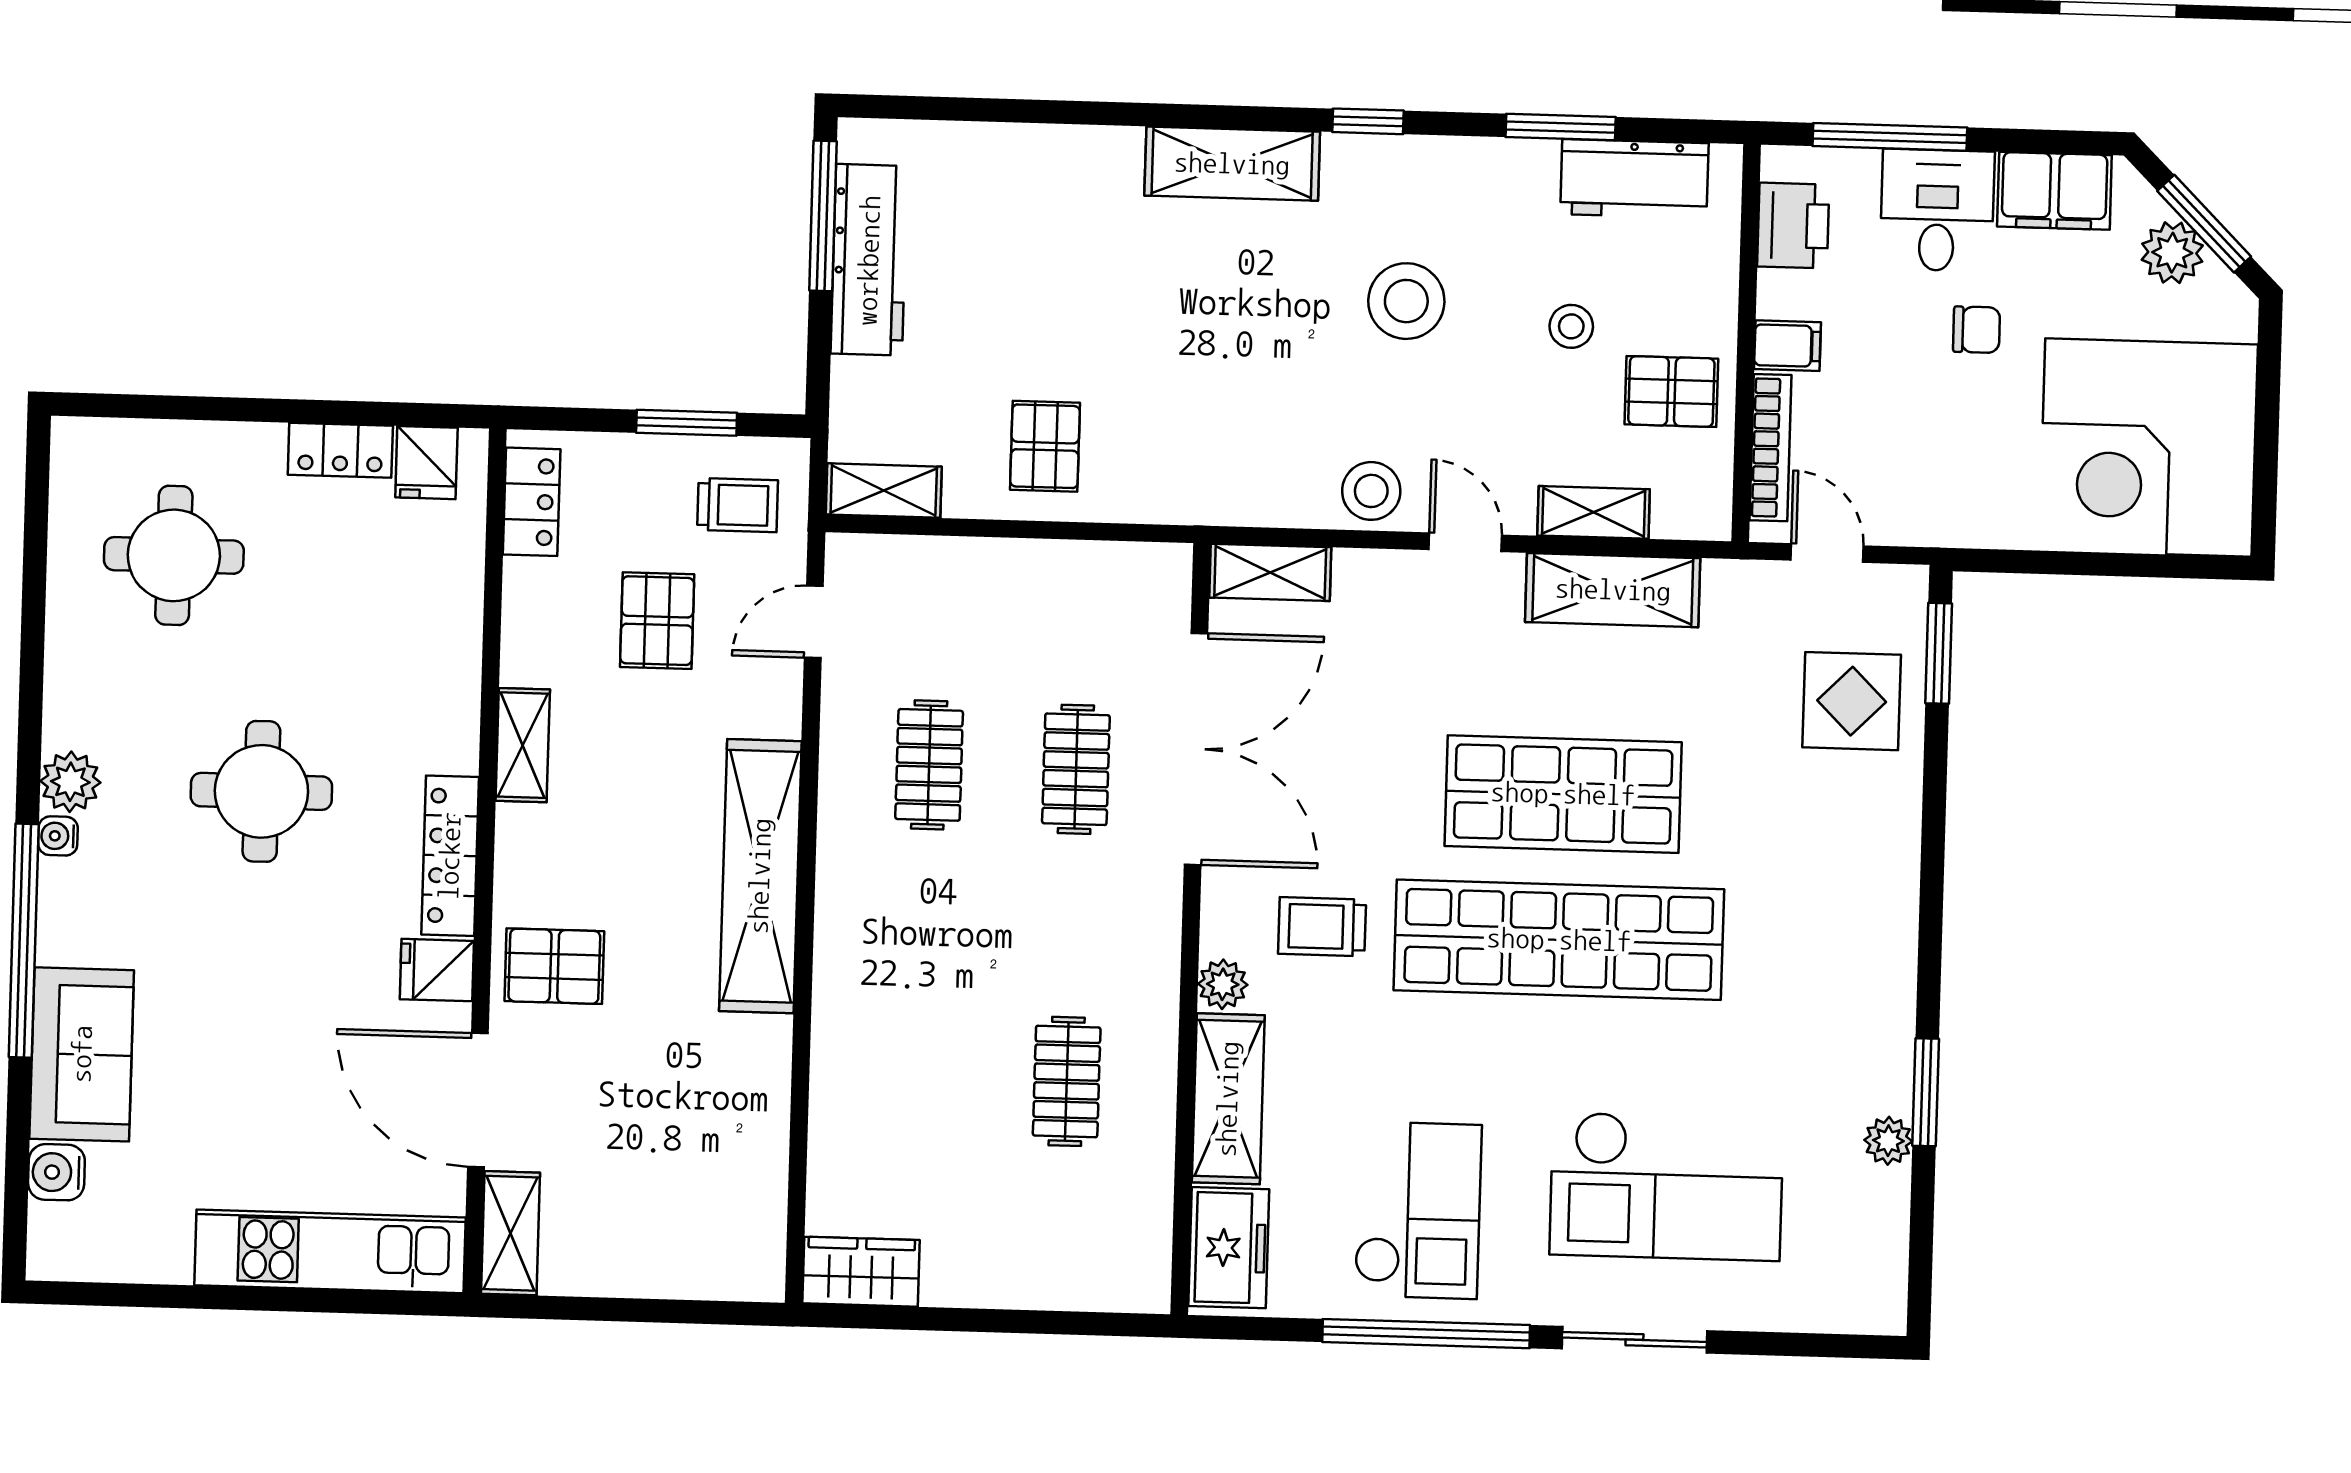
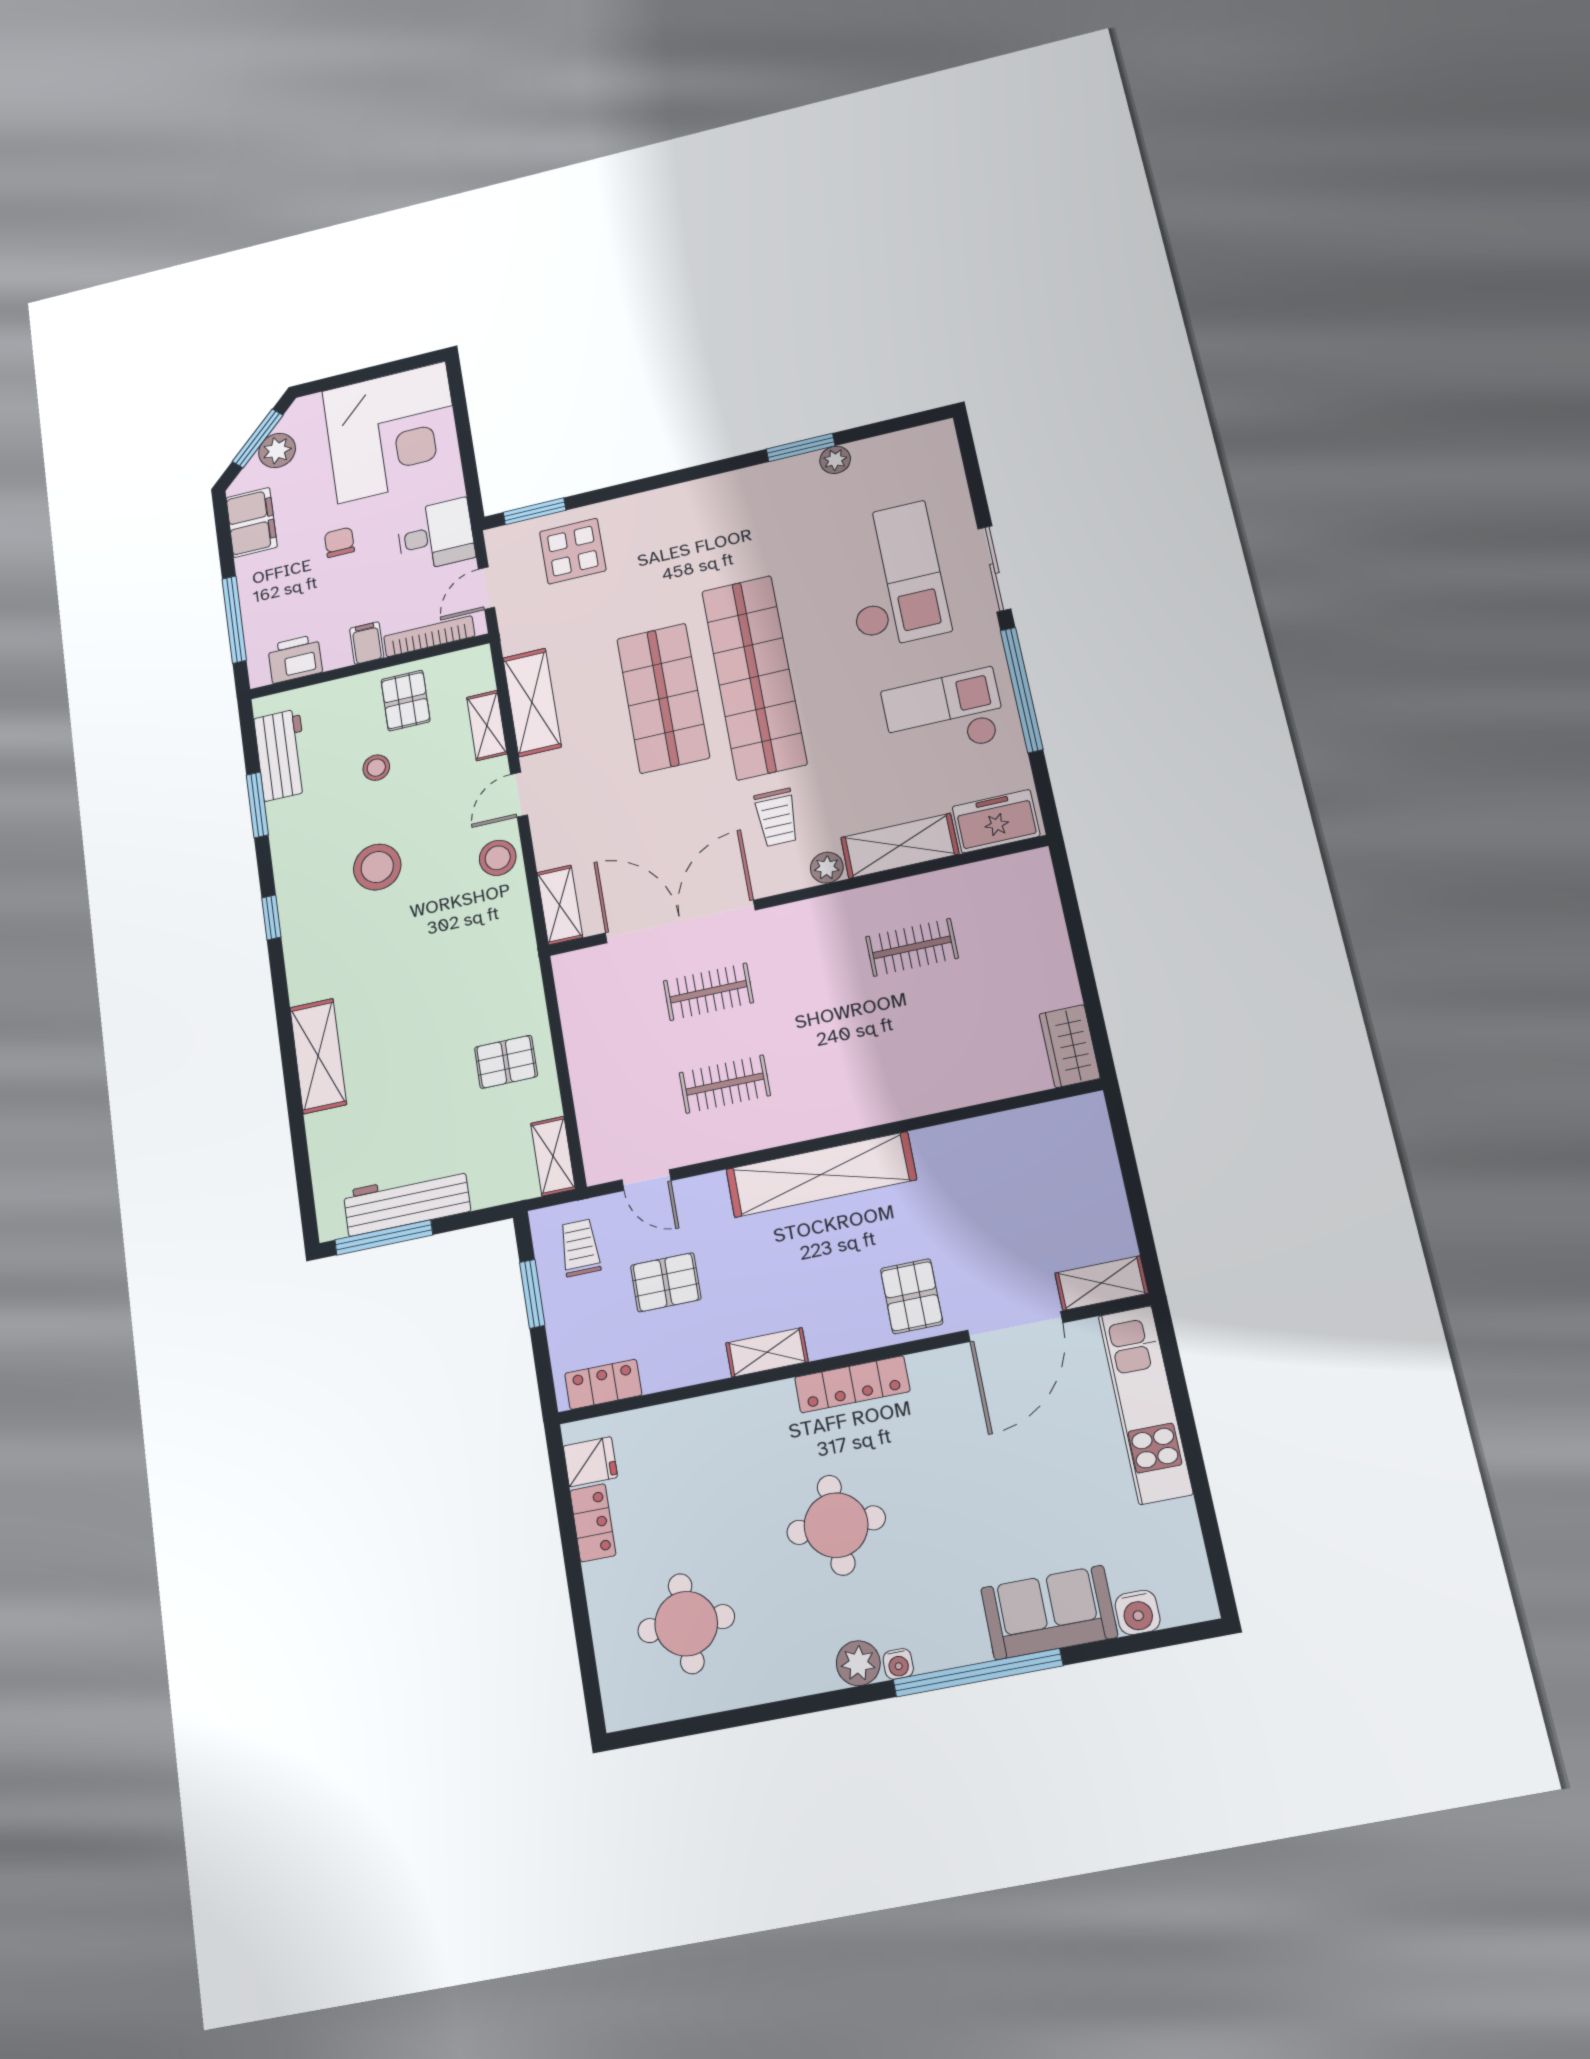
shelving: (1232, 164) -> (318, 1056), moved
desk: (1937, 210) -> (436, 535), moved, turned 180
fridge: (437, 970) -> (932, 1375), removed

